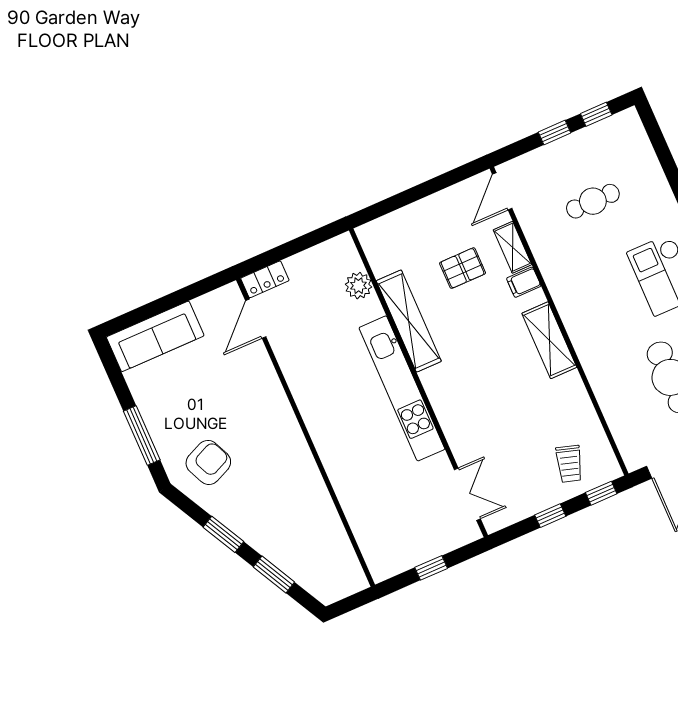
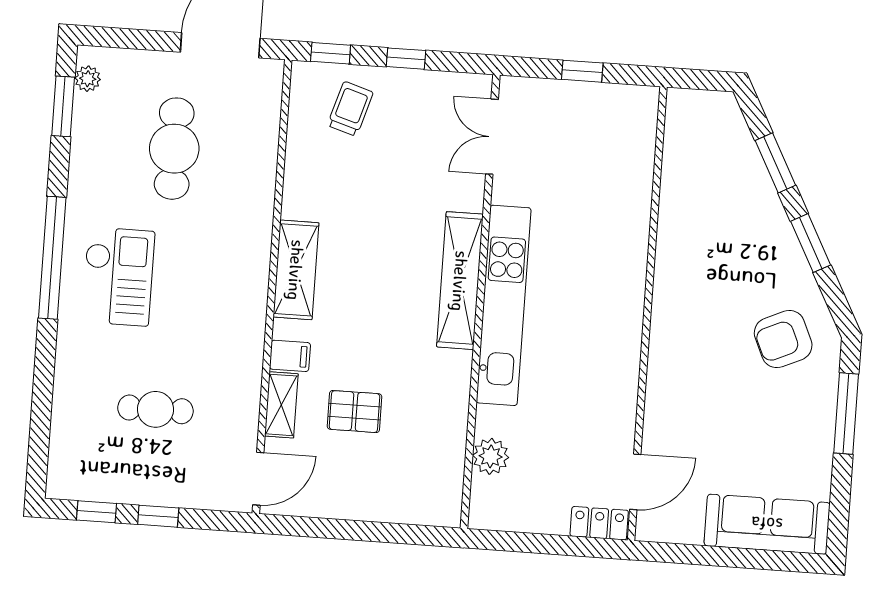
shelving: (409, 321) -> (460, 281), moved

